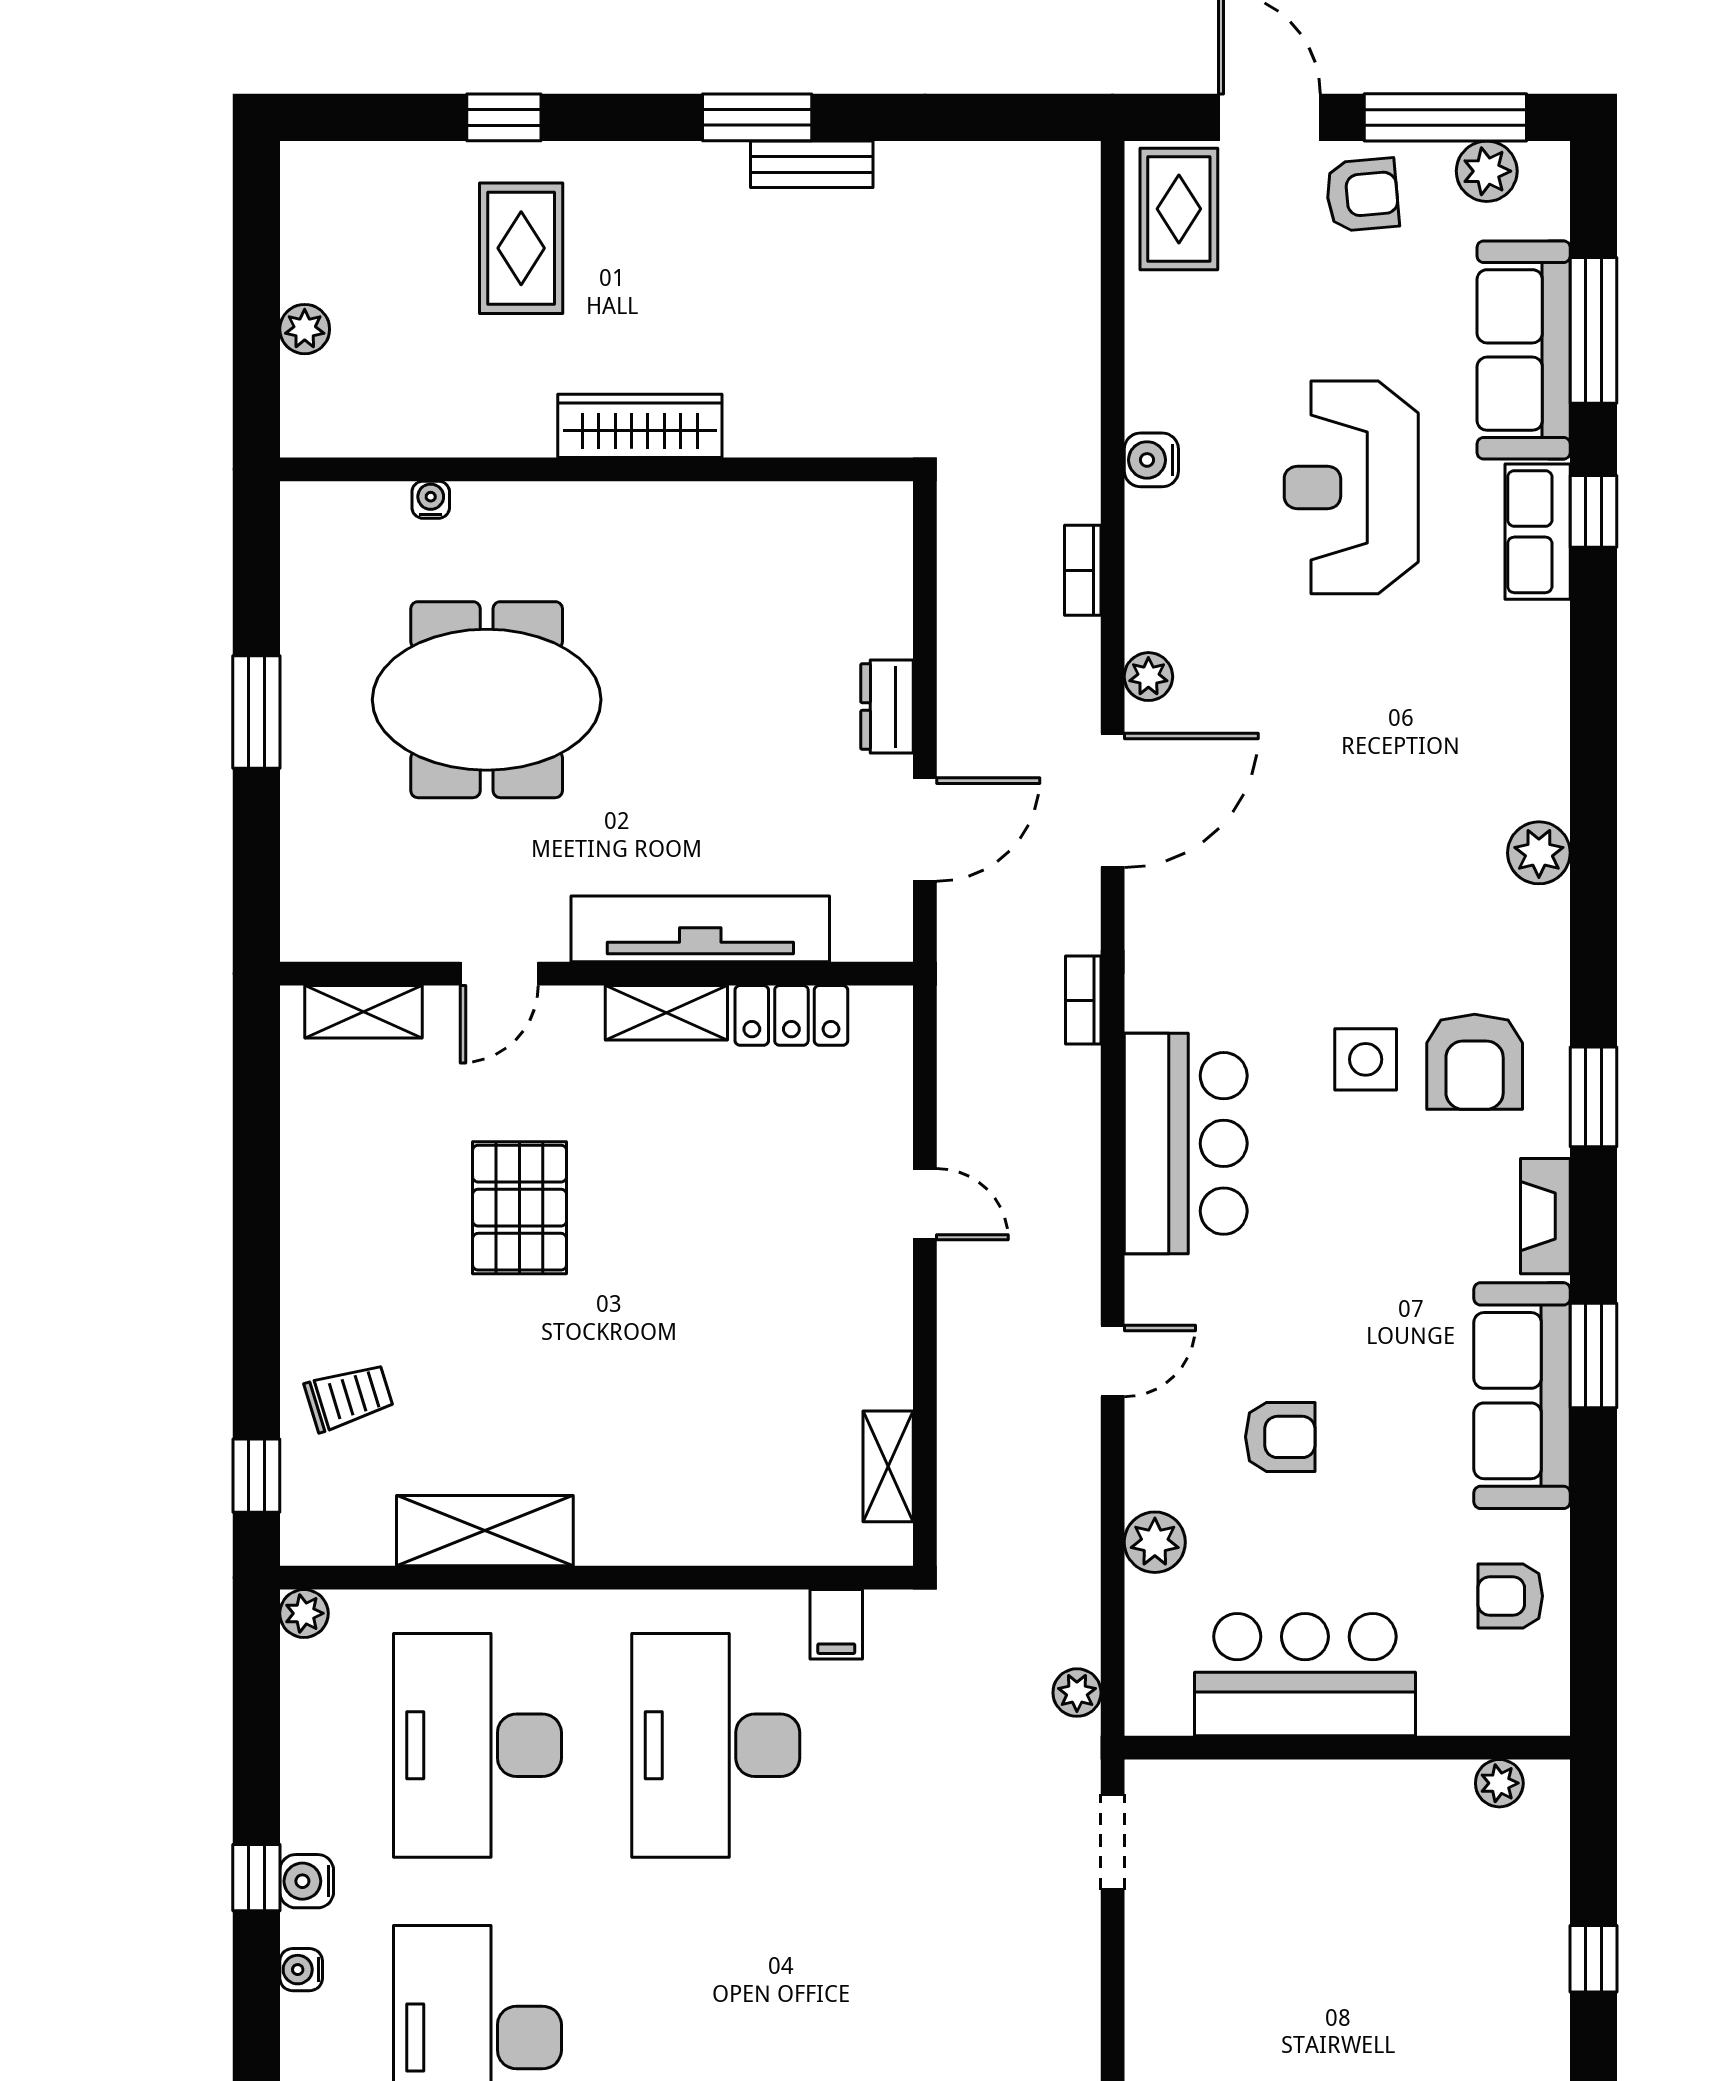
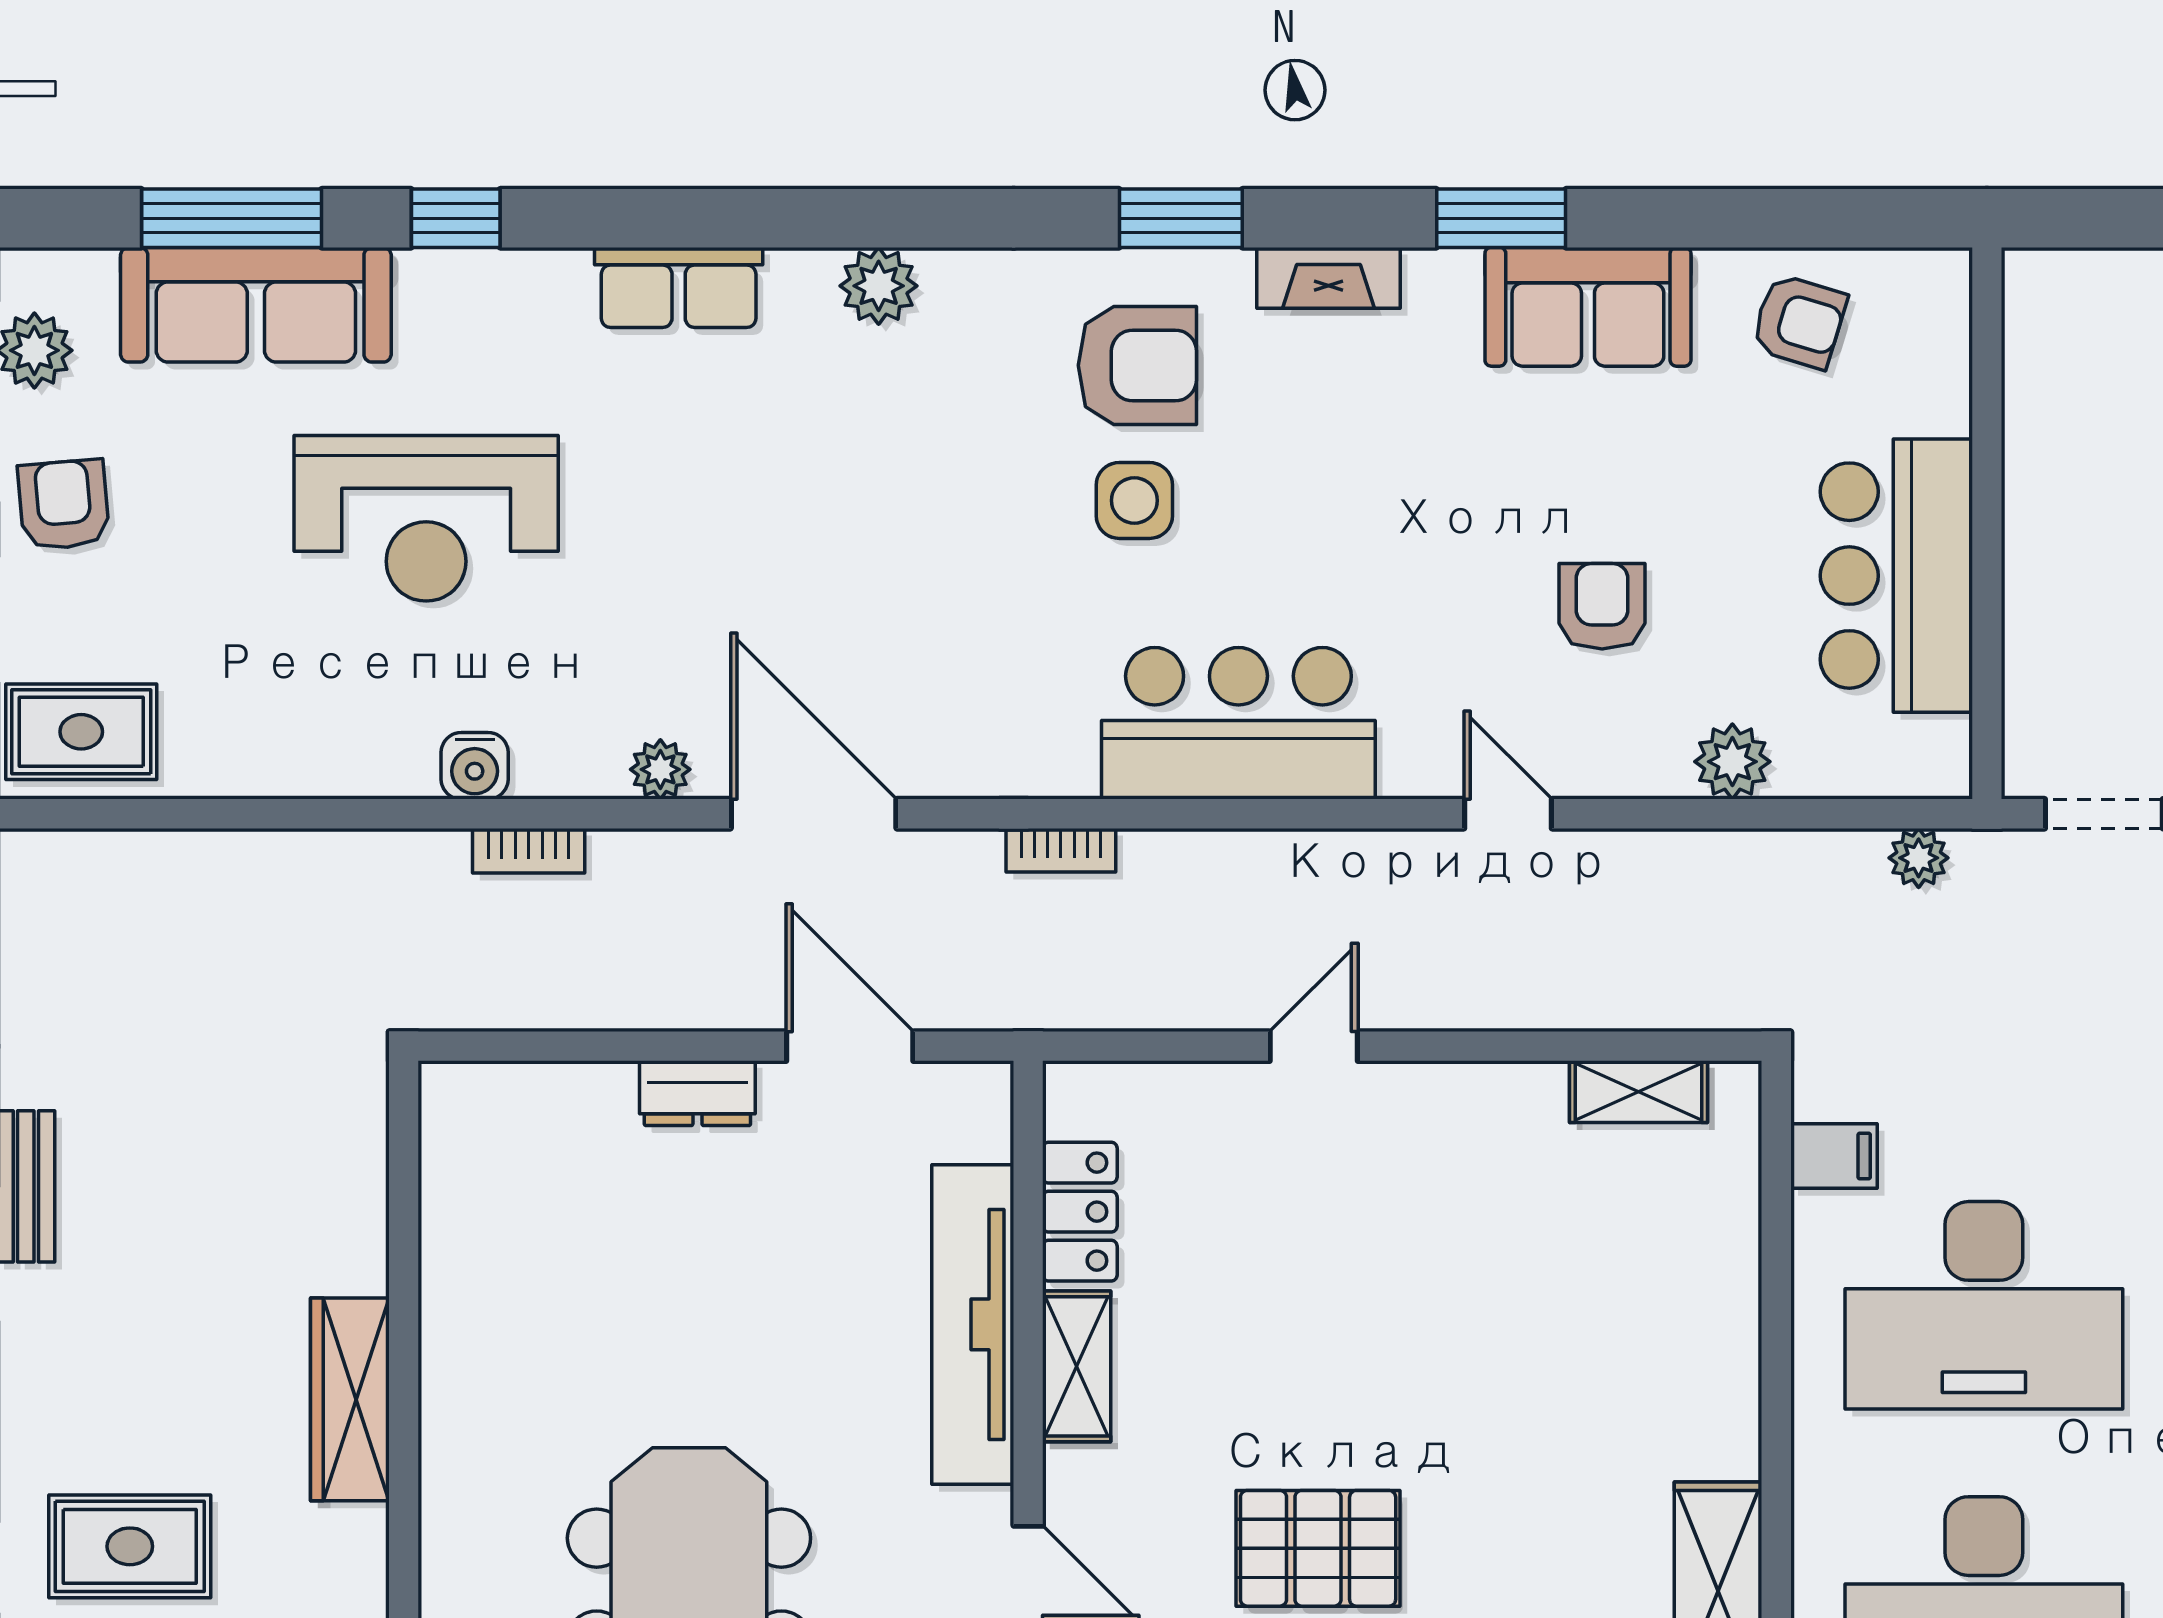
water cooler: (1151, 460) -> (475, 766), moved
row of seats: (1538, 532) -> (679, 287), moved
sofa: (1522, 1396) -> (1588, 307), width x0.73
armchair: (1510, 1596) -> (1799, 321), turned -73
plant: (1499, 1783) -> (2031, 335), removed

